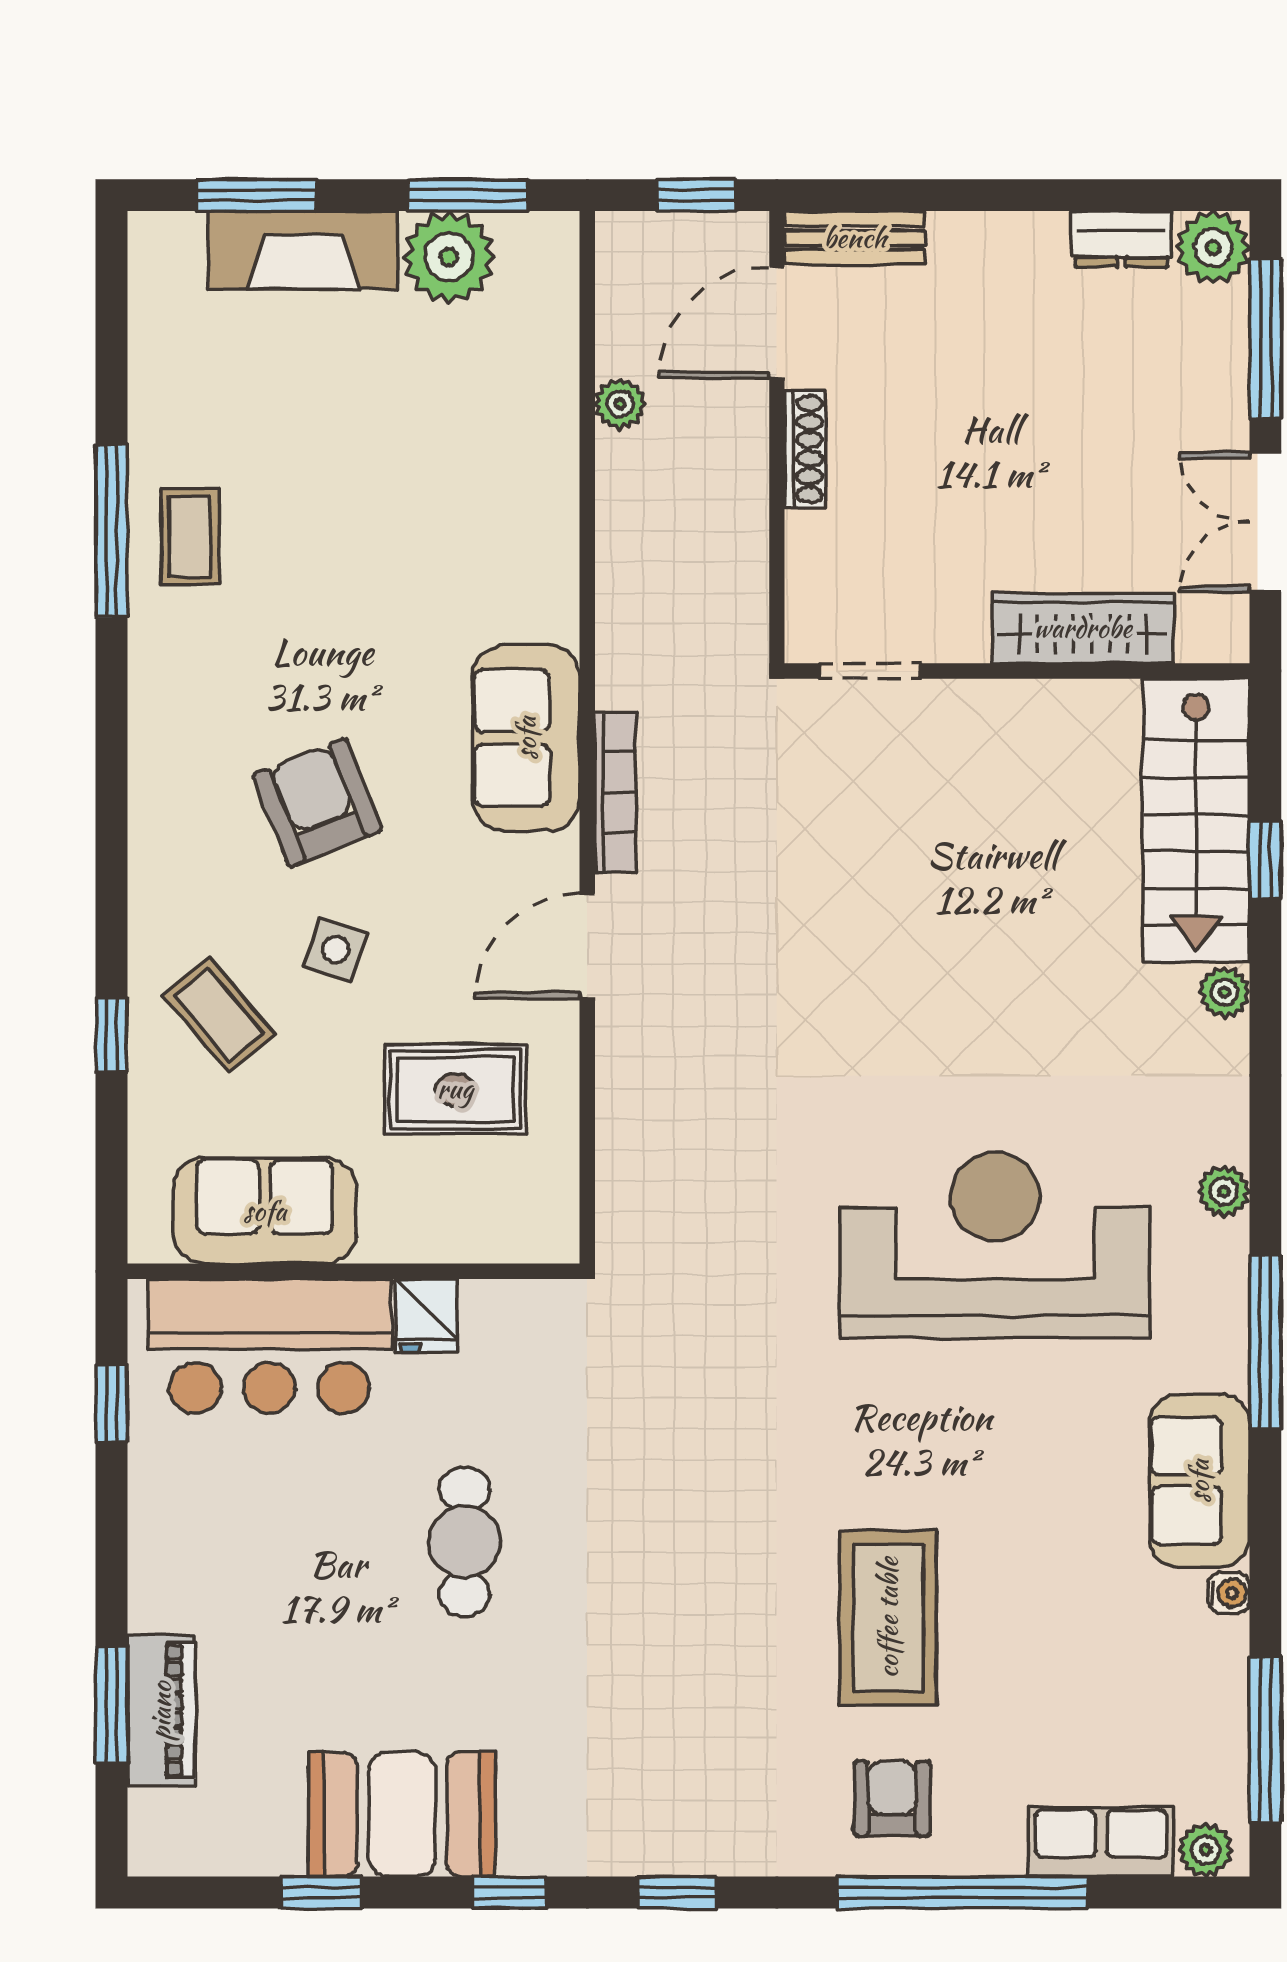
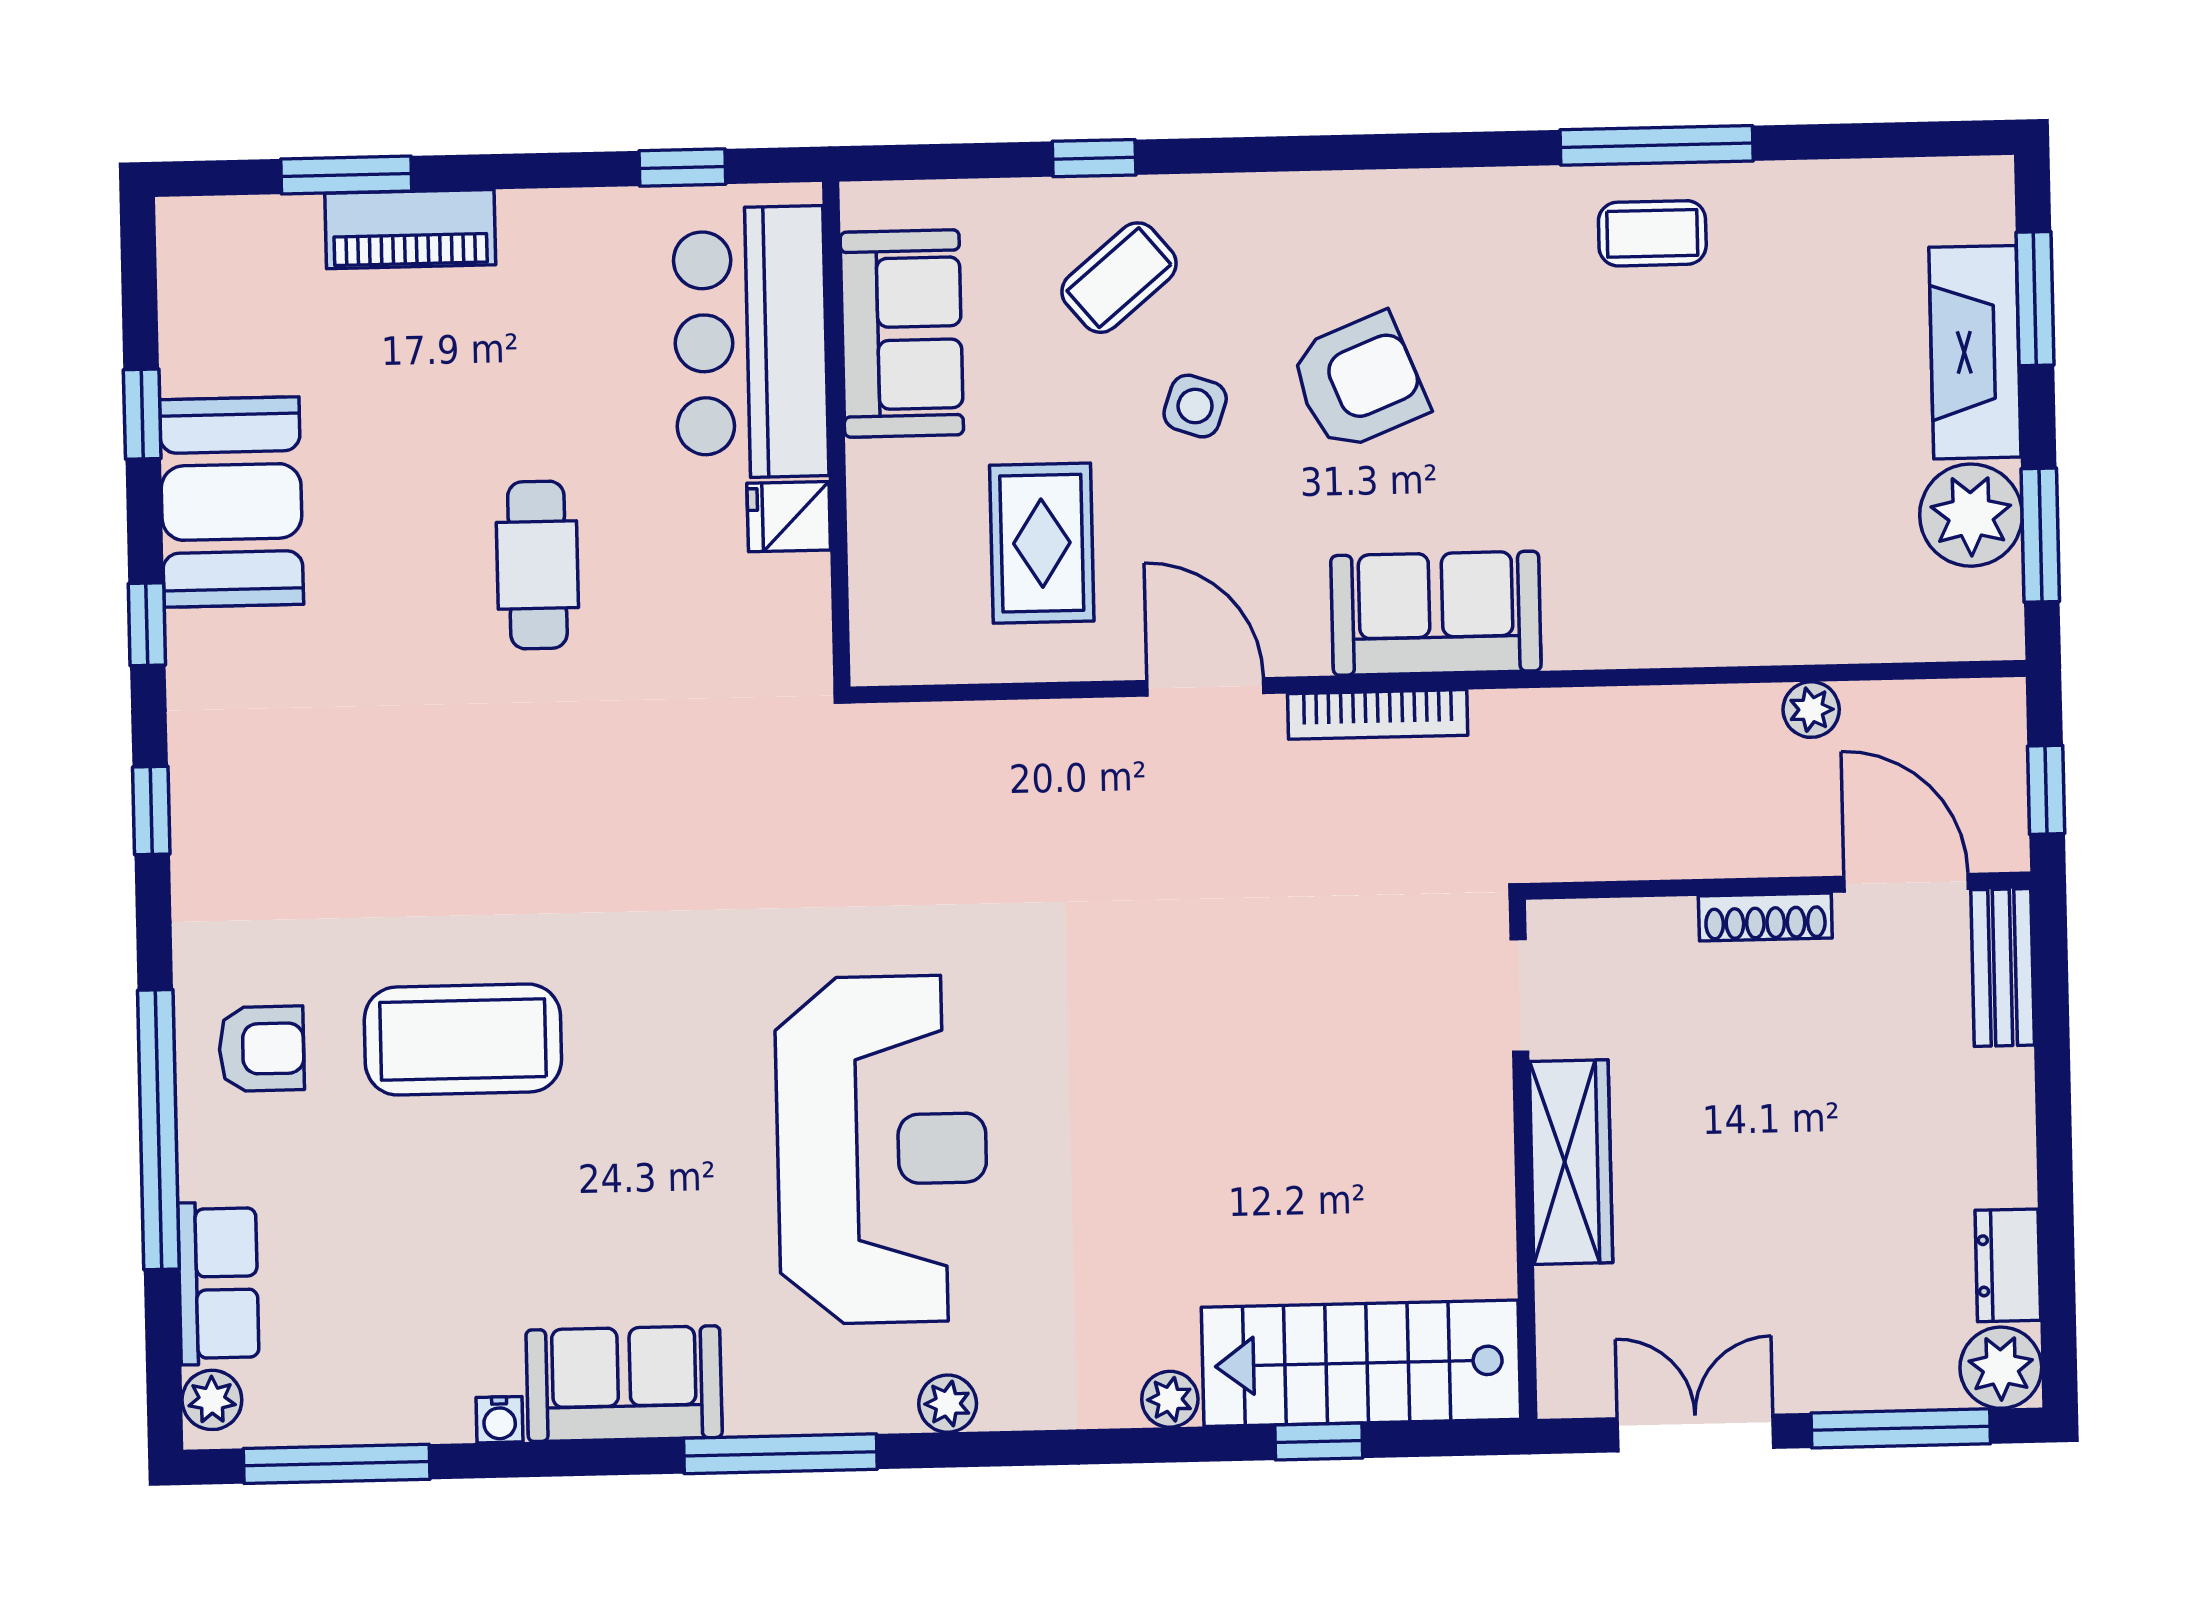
wardrobe: (1083, 628) -> (1571, 1162), moved
cafe table: (465, 1542) -> (537, 565), turned 90
piano: (161, 1711) -> (410, 229), moved

